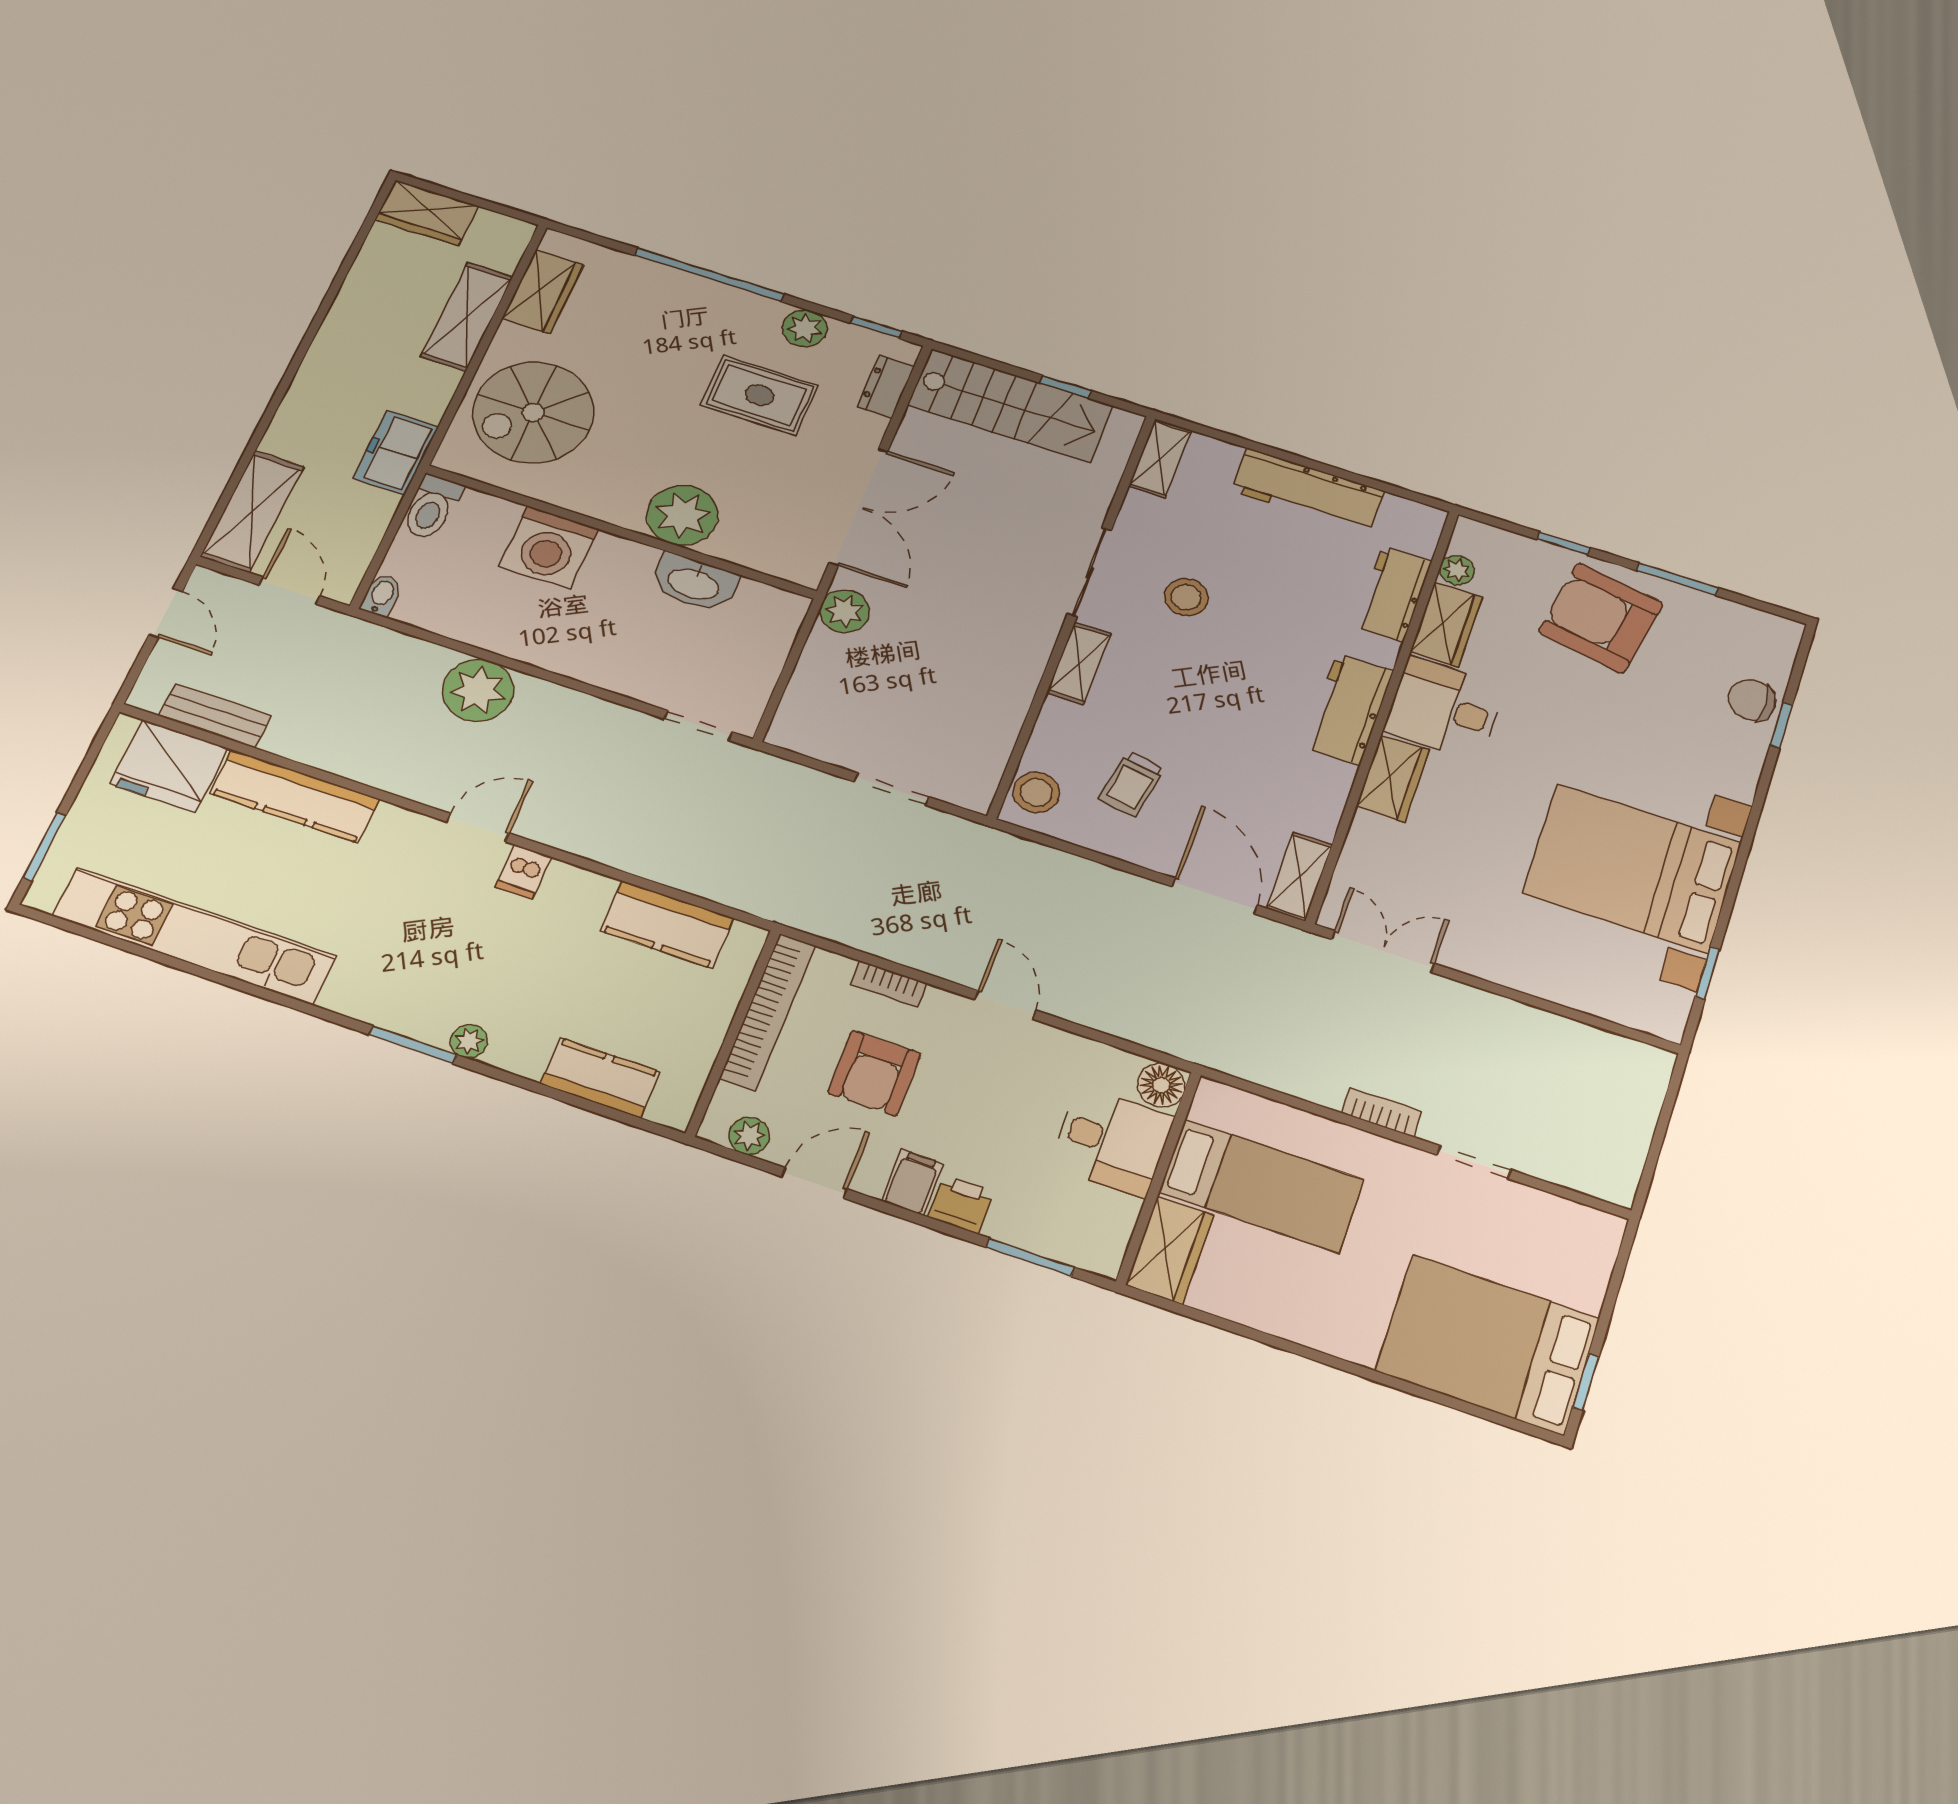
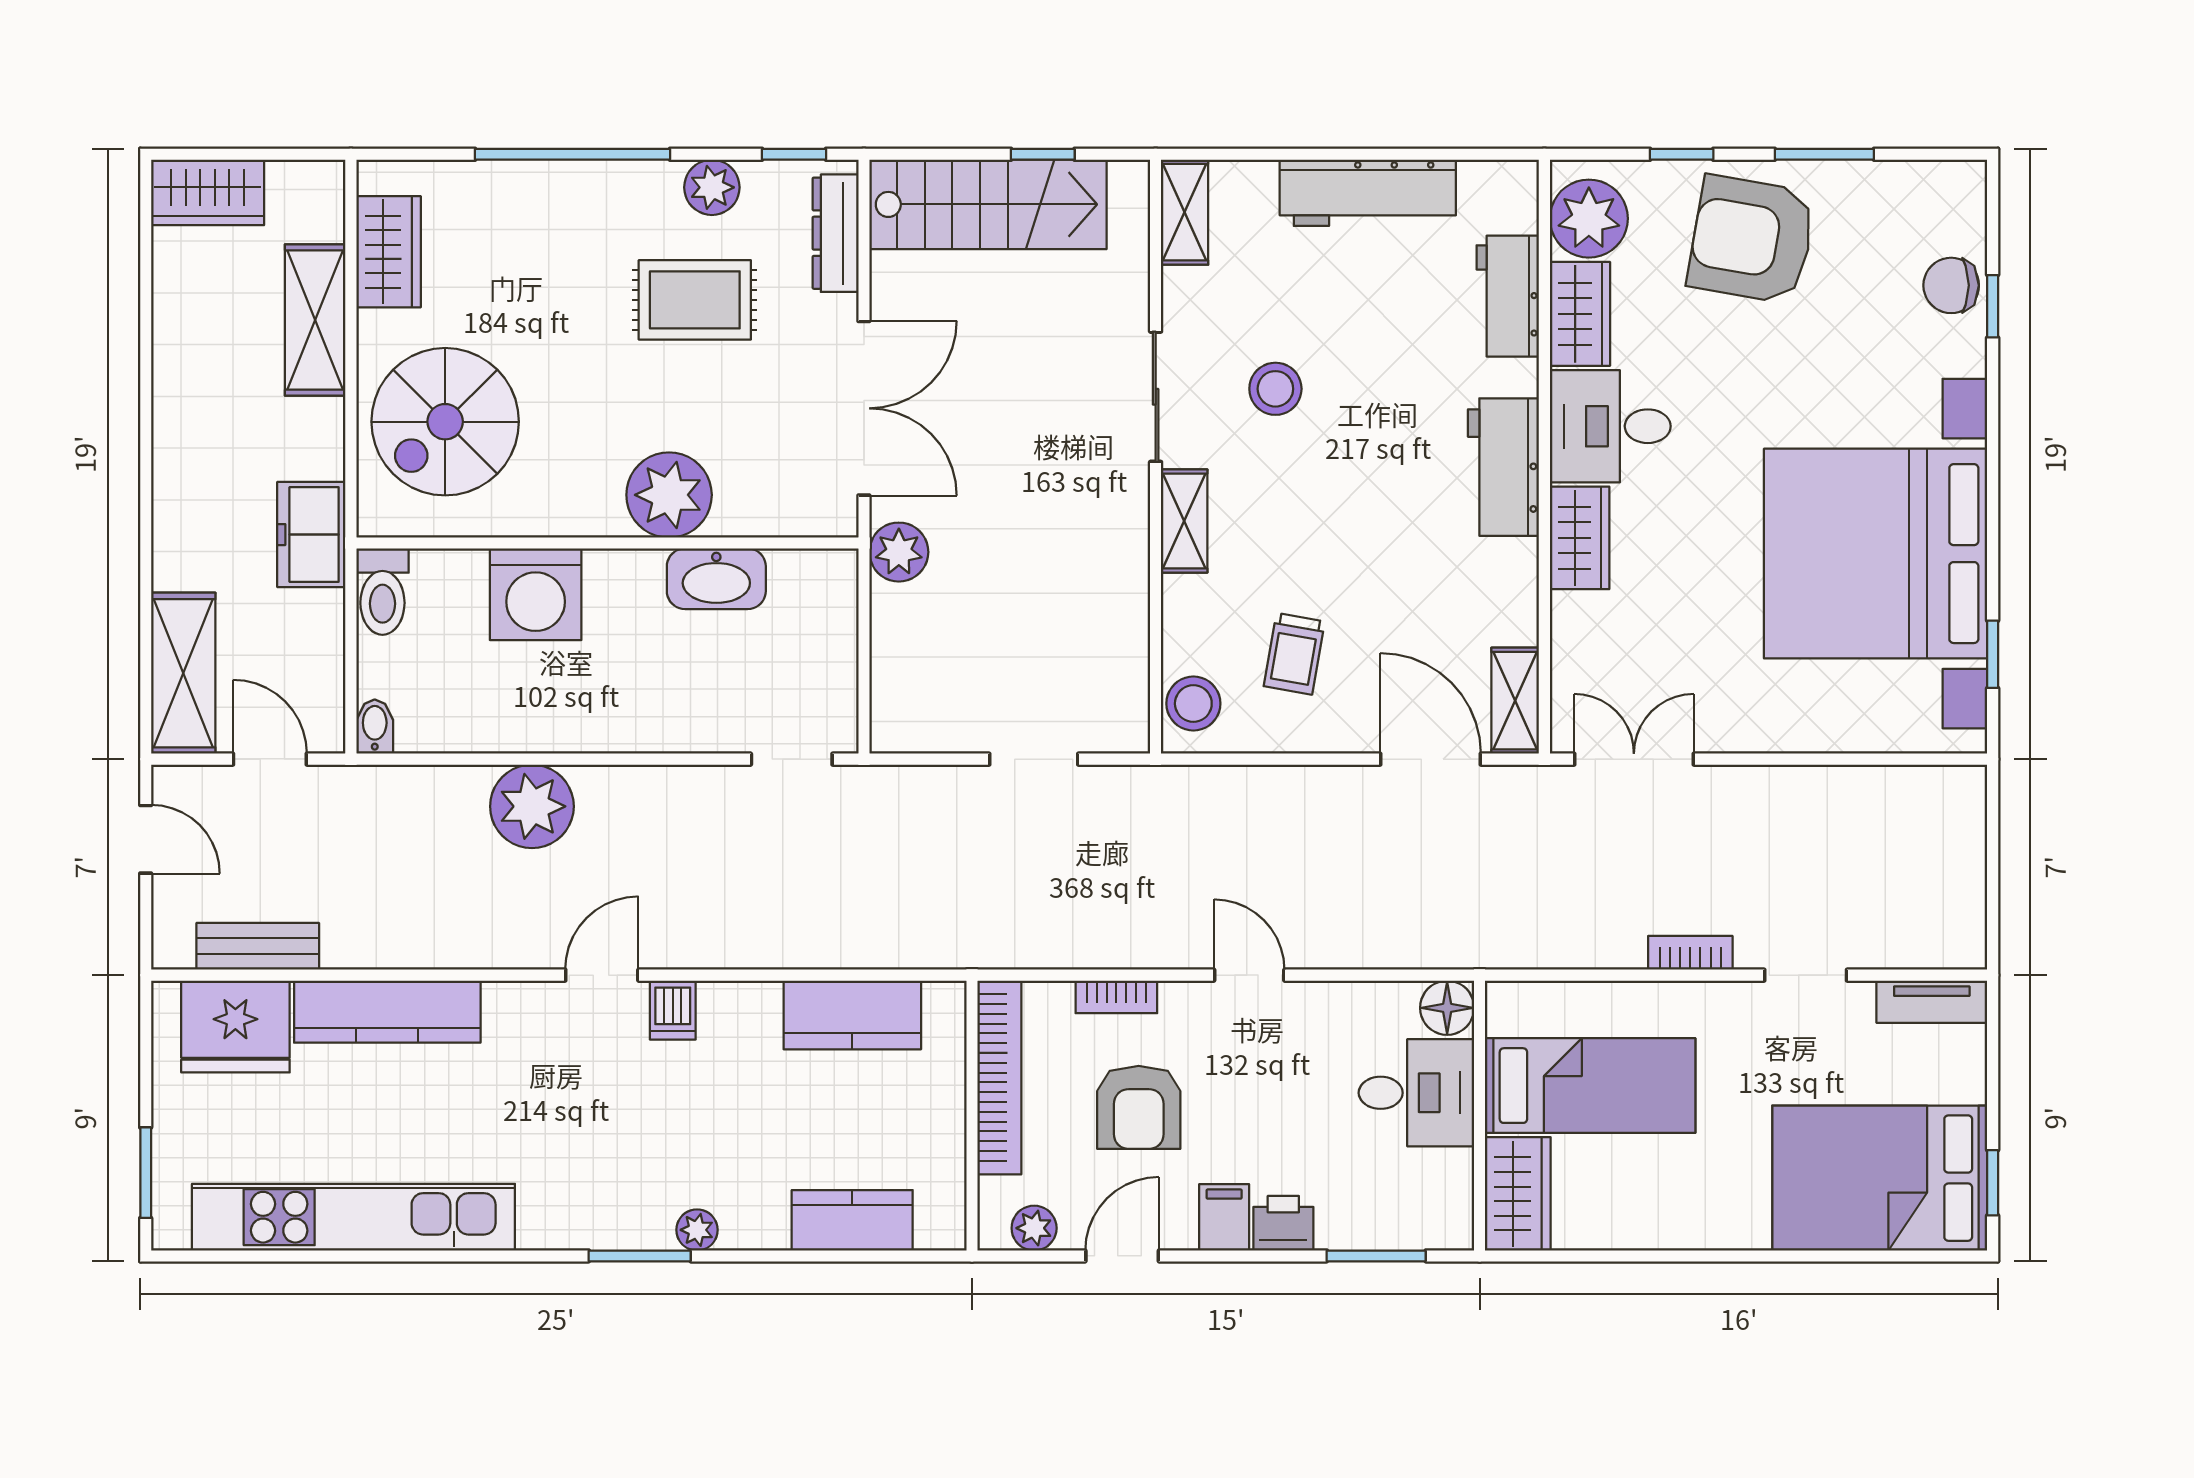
dresser: (886, 387) -> (836, 233), width x1.44
plant: (1457, 570) -> (1589, 219), width x1.88, depth x1.88
bed with nightstands: (1632, 868) -> (1876, 554), width x1.36
tv unit: (1576, 1220) -> (1932, 1002), added

